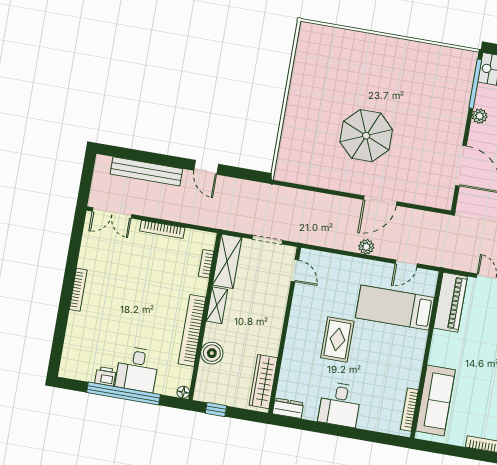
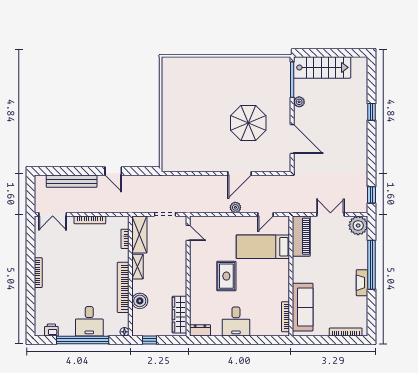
parasol: (366, 136) -> (248, 123), moved
printer: (105, 376) -> (51, 330), moved

